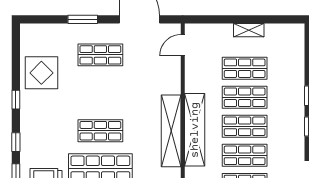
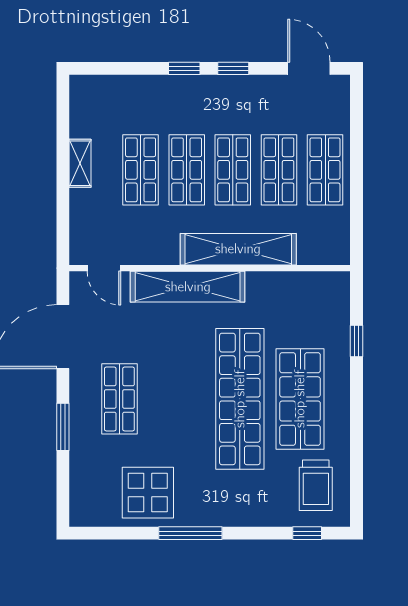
window: (16, 100) -> (190, 533), width x2.17
shop shelf: (100, 131) -> (240, 399), width x2.00, depth x1.36
shelving: (171, 131) -> (188, 287), moved
window: (16, 142) -> (258, 533), removed

